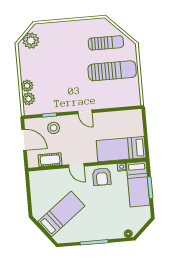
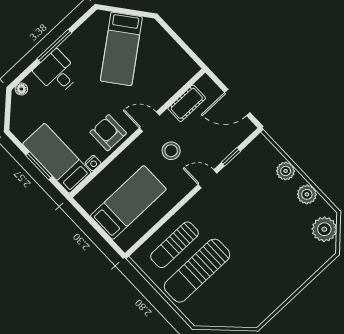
sun lounger: (106, 43) -> (174, 245), moved
plant: (29, 99) -> (307, 194), moved
door: (85, 112) -> (208, 179), moved
stool: (54, 128) -> (171, 151), moved
bed: (121, 149) -> (128, 203), moved
desk: (104, 228) -> (57, 73), added

